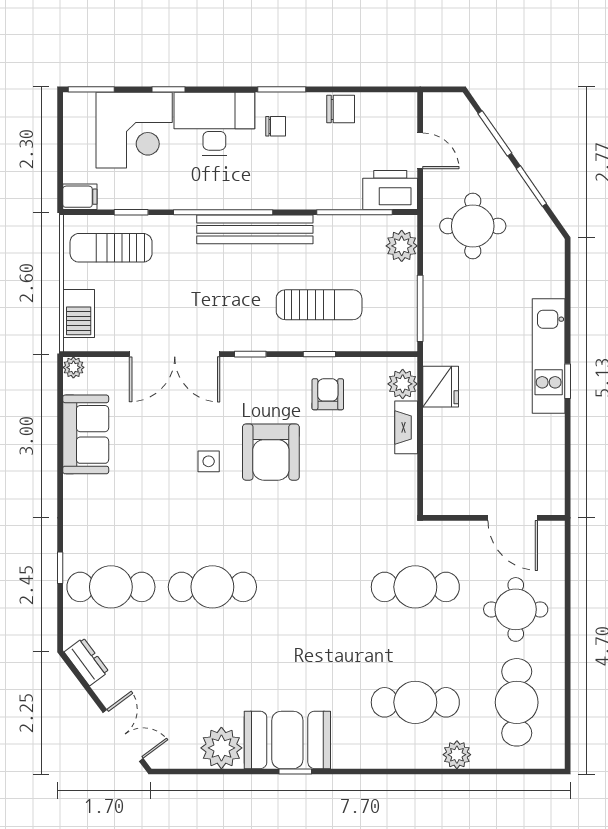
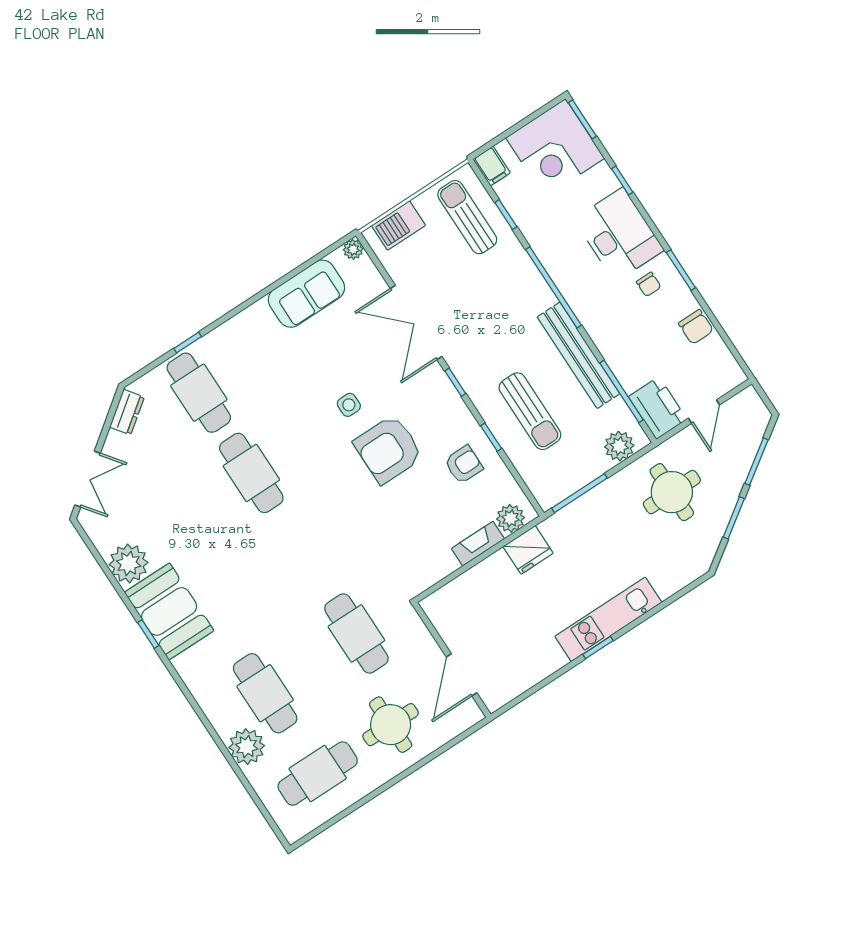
corner desk: (134, 130) -> (555, 148), moved
bench: (255, 229) -> (578, 355), moved
plant: (457, 755) -> (247, 747), width x1.36, depth x1.36

